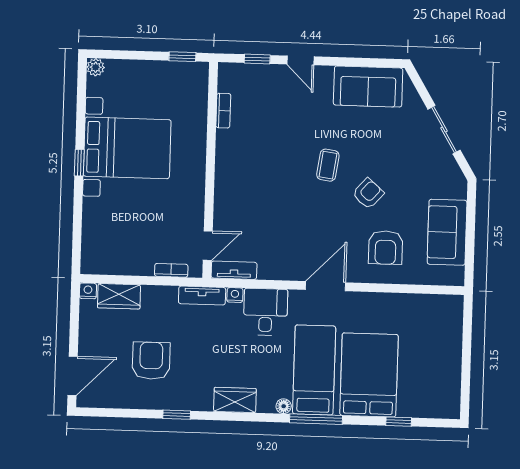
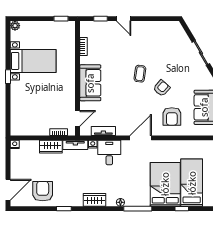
sofa: (368, 87) -> (90, 83), moved, turned -90
bed with nightstands: (127, 148) -> (33, 61), width x0.73
tv unit: (234, 270) -> (103, 131), moved
wardrobe: (119, 296) -> (51, 147), moved
armchair: (151, 361) -> (43, 191), moved
bed: (314, 370) -> (192, 183), moved

